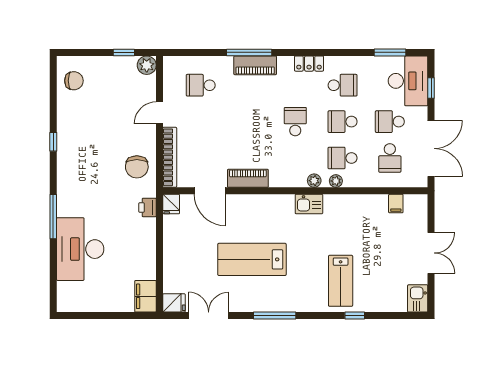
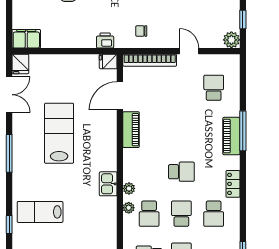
school desk: (343, 158) -> (149, 214), turned 180
chair: (137, 167) -> (141, 31), width x0.54, depth x0.54

